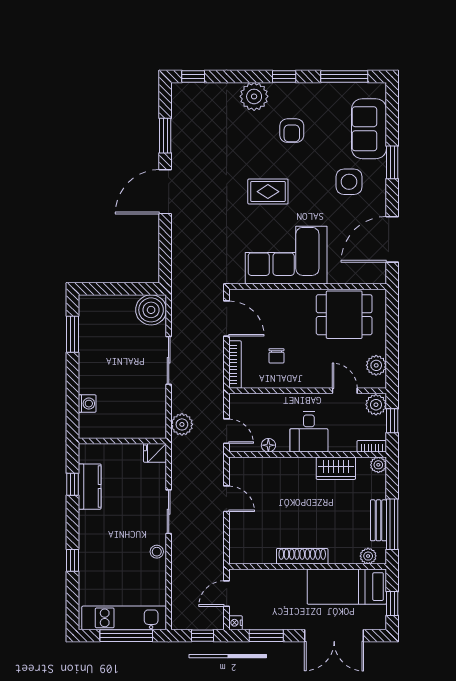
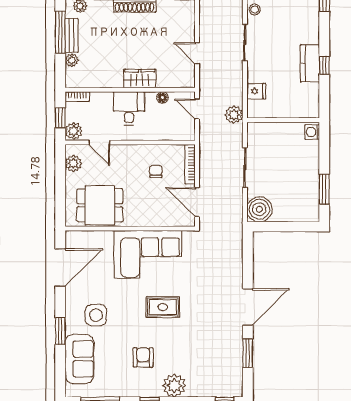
wall: (122, 441) -> (283, 120), moved
plant: (378, 465) -> (72, 60), moved
wardrobe: (336, 468) -> (140, 79), moved

